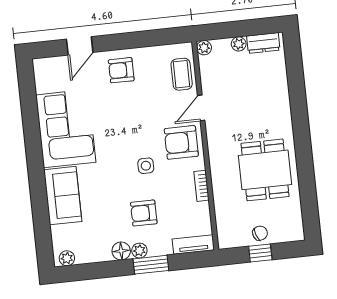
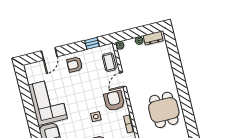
window: (156, 38) -> (92, 43), added
armchair: (181, 142) -> (114, 101), turned 90

